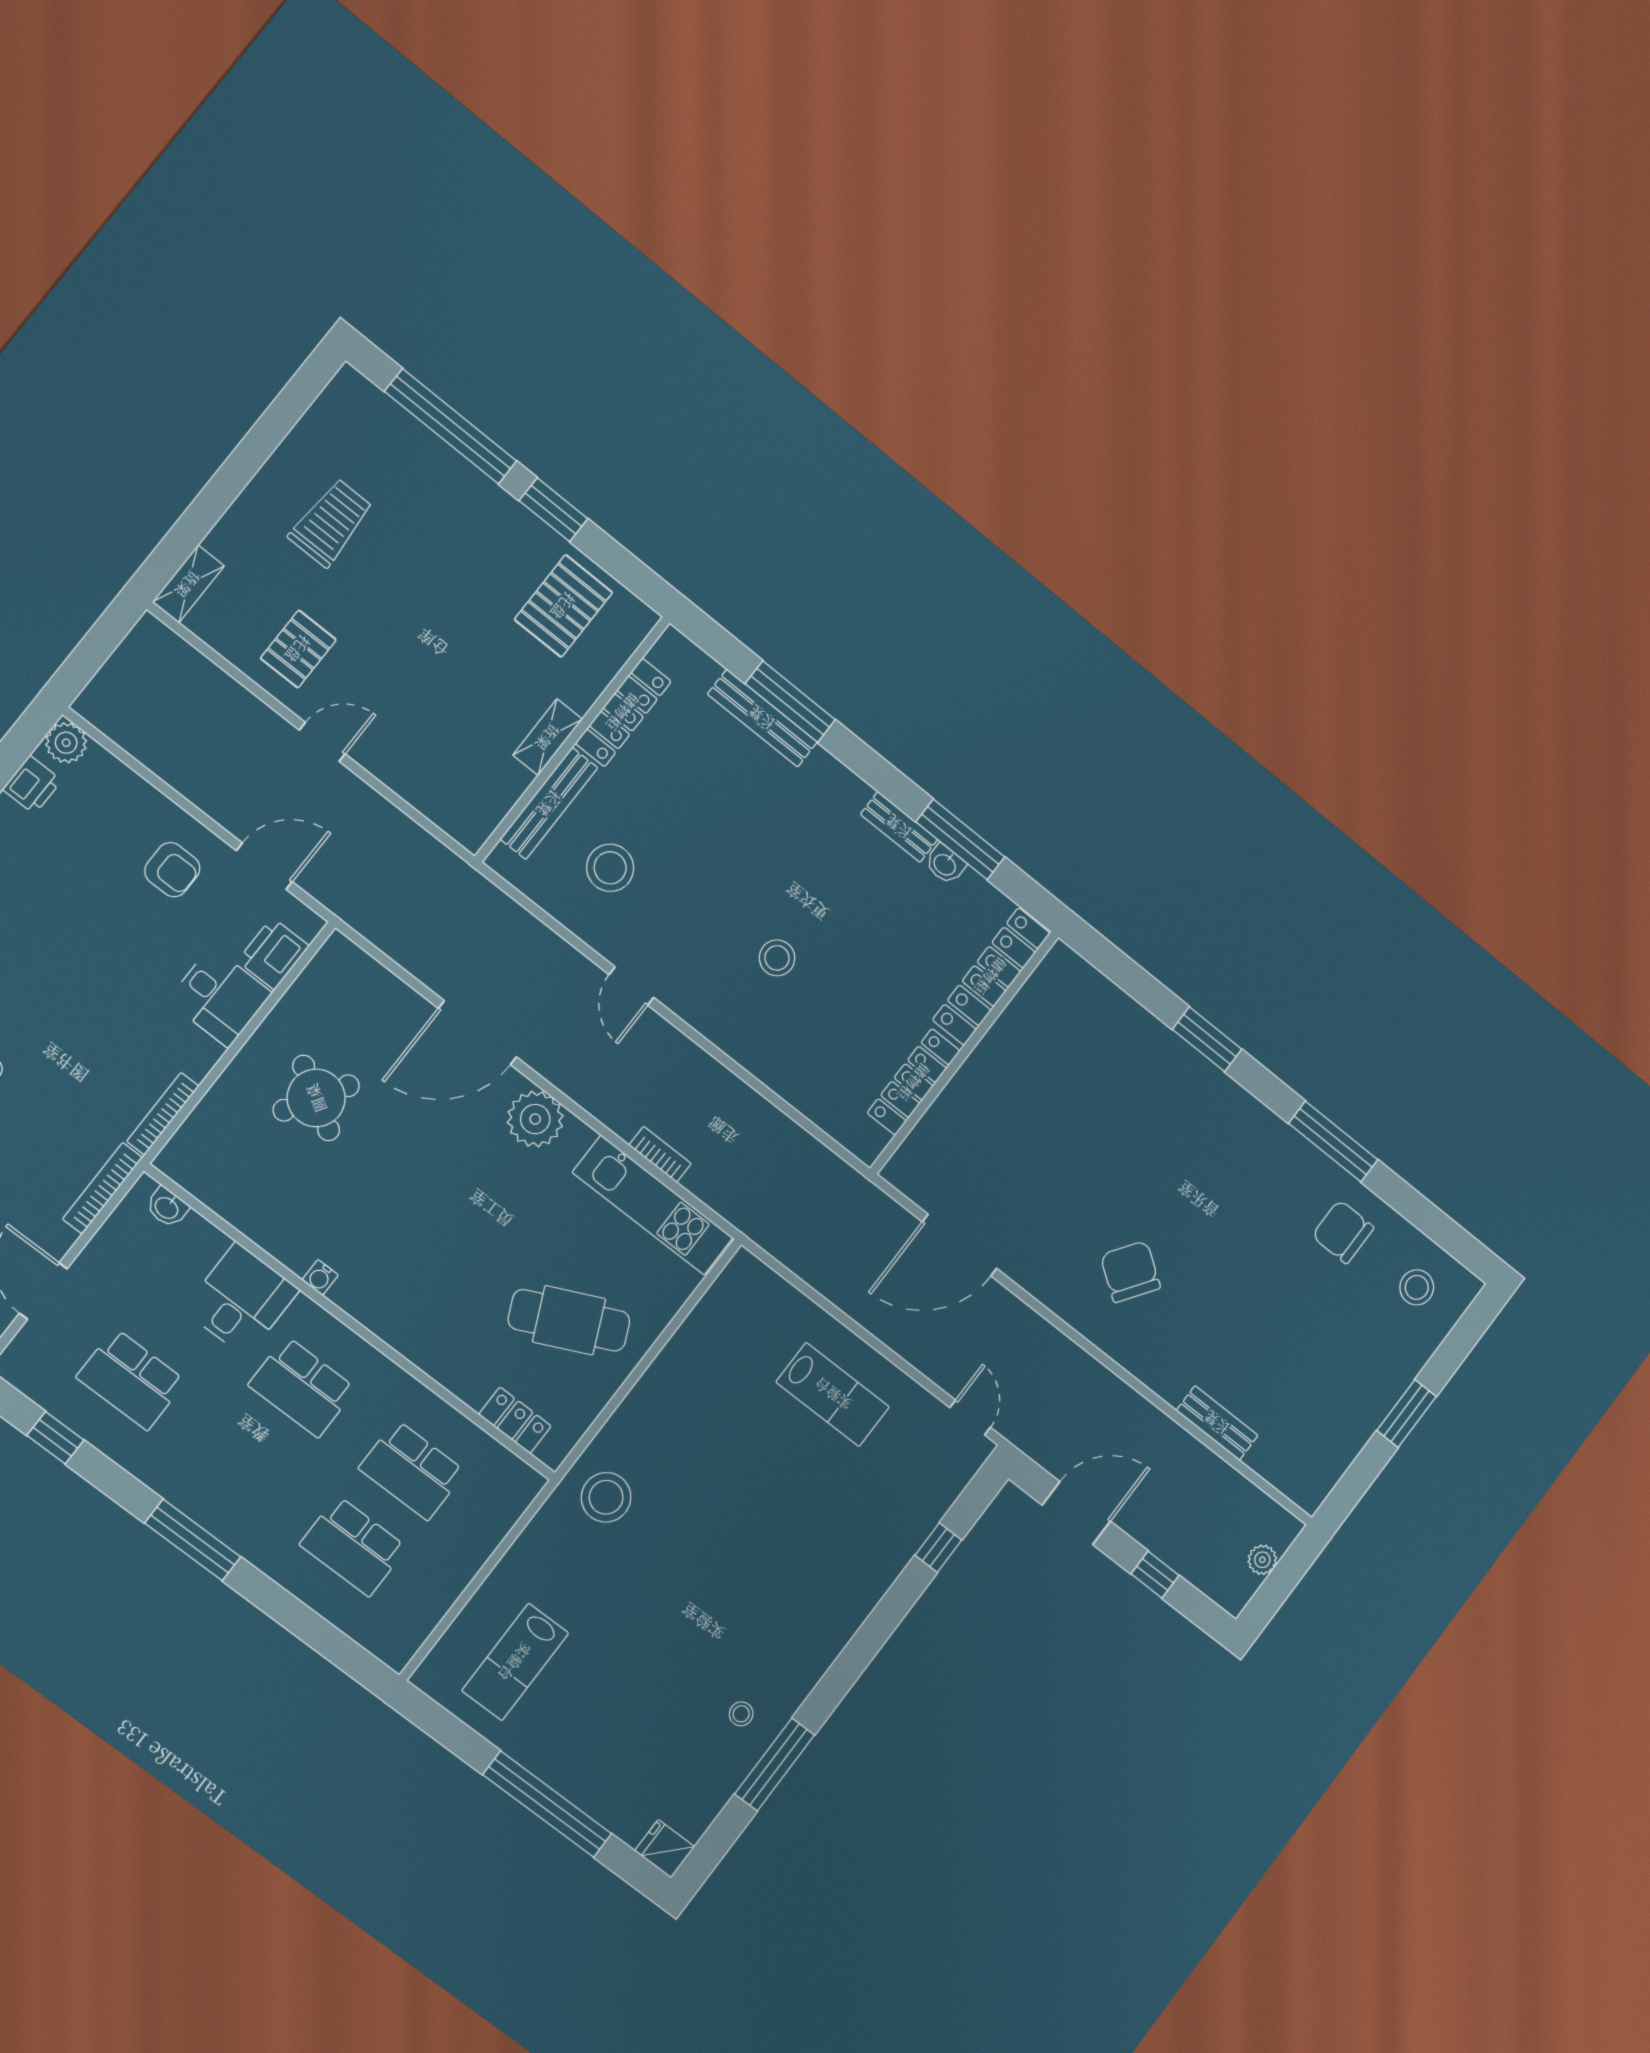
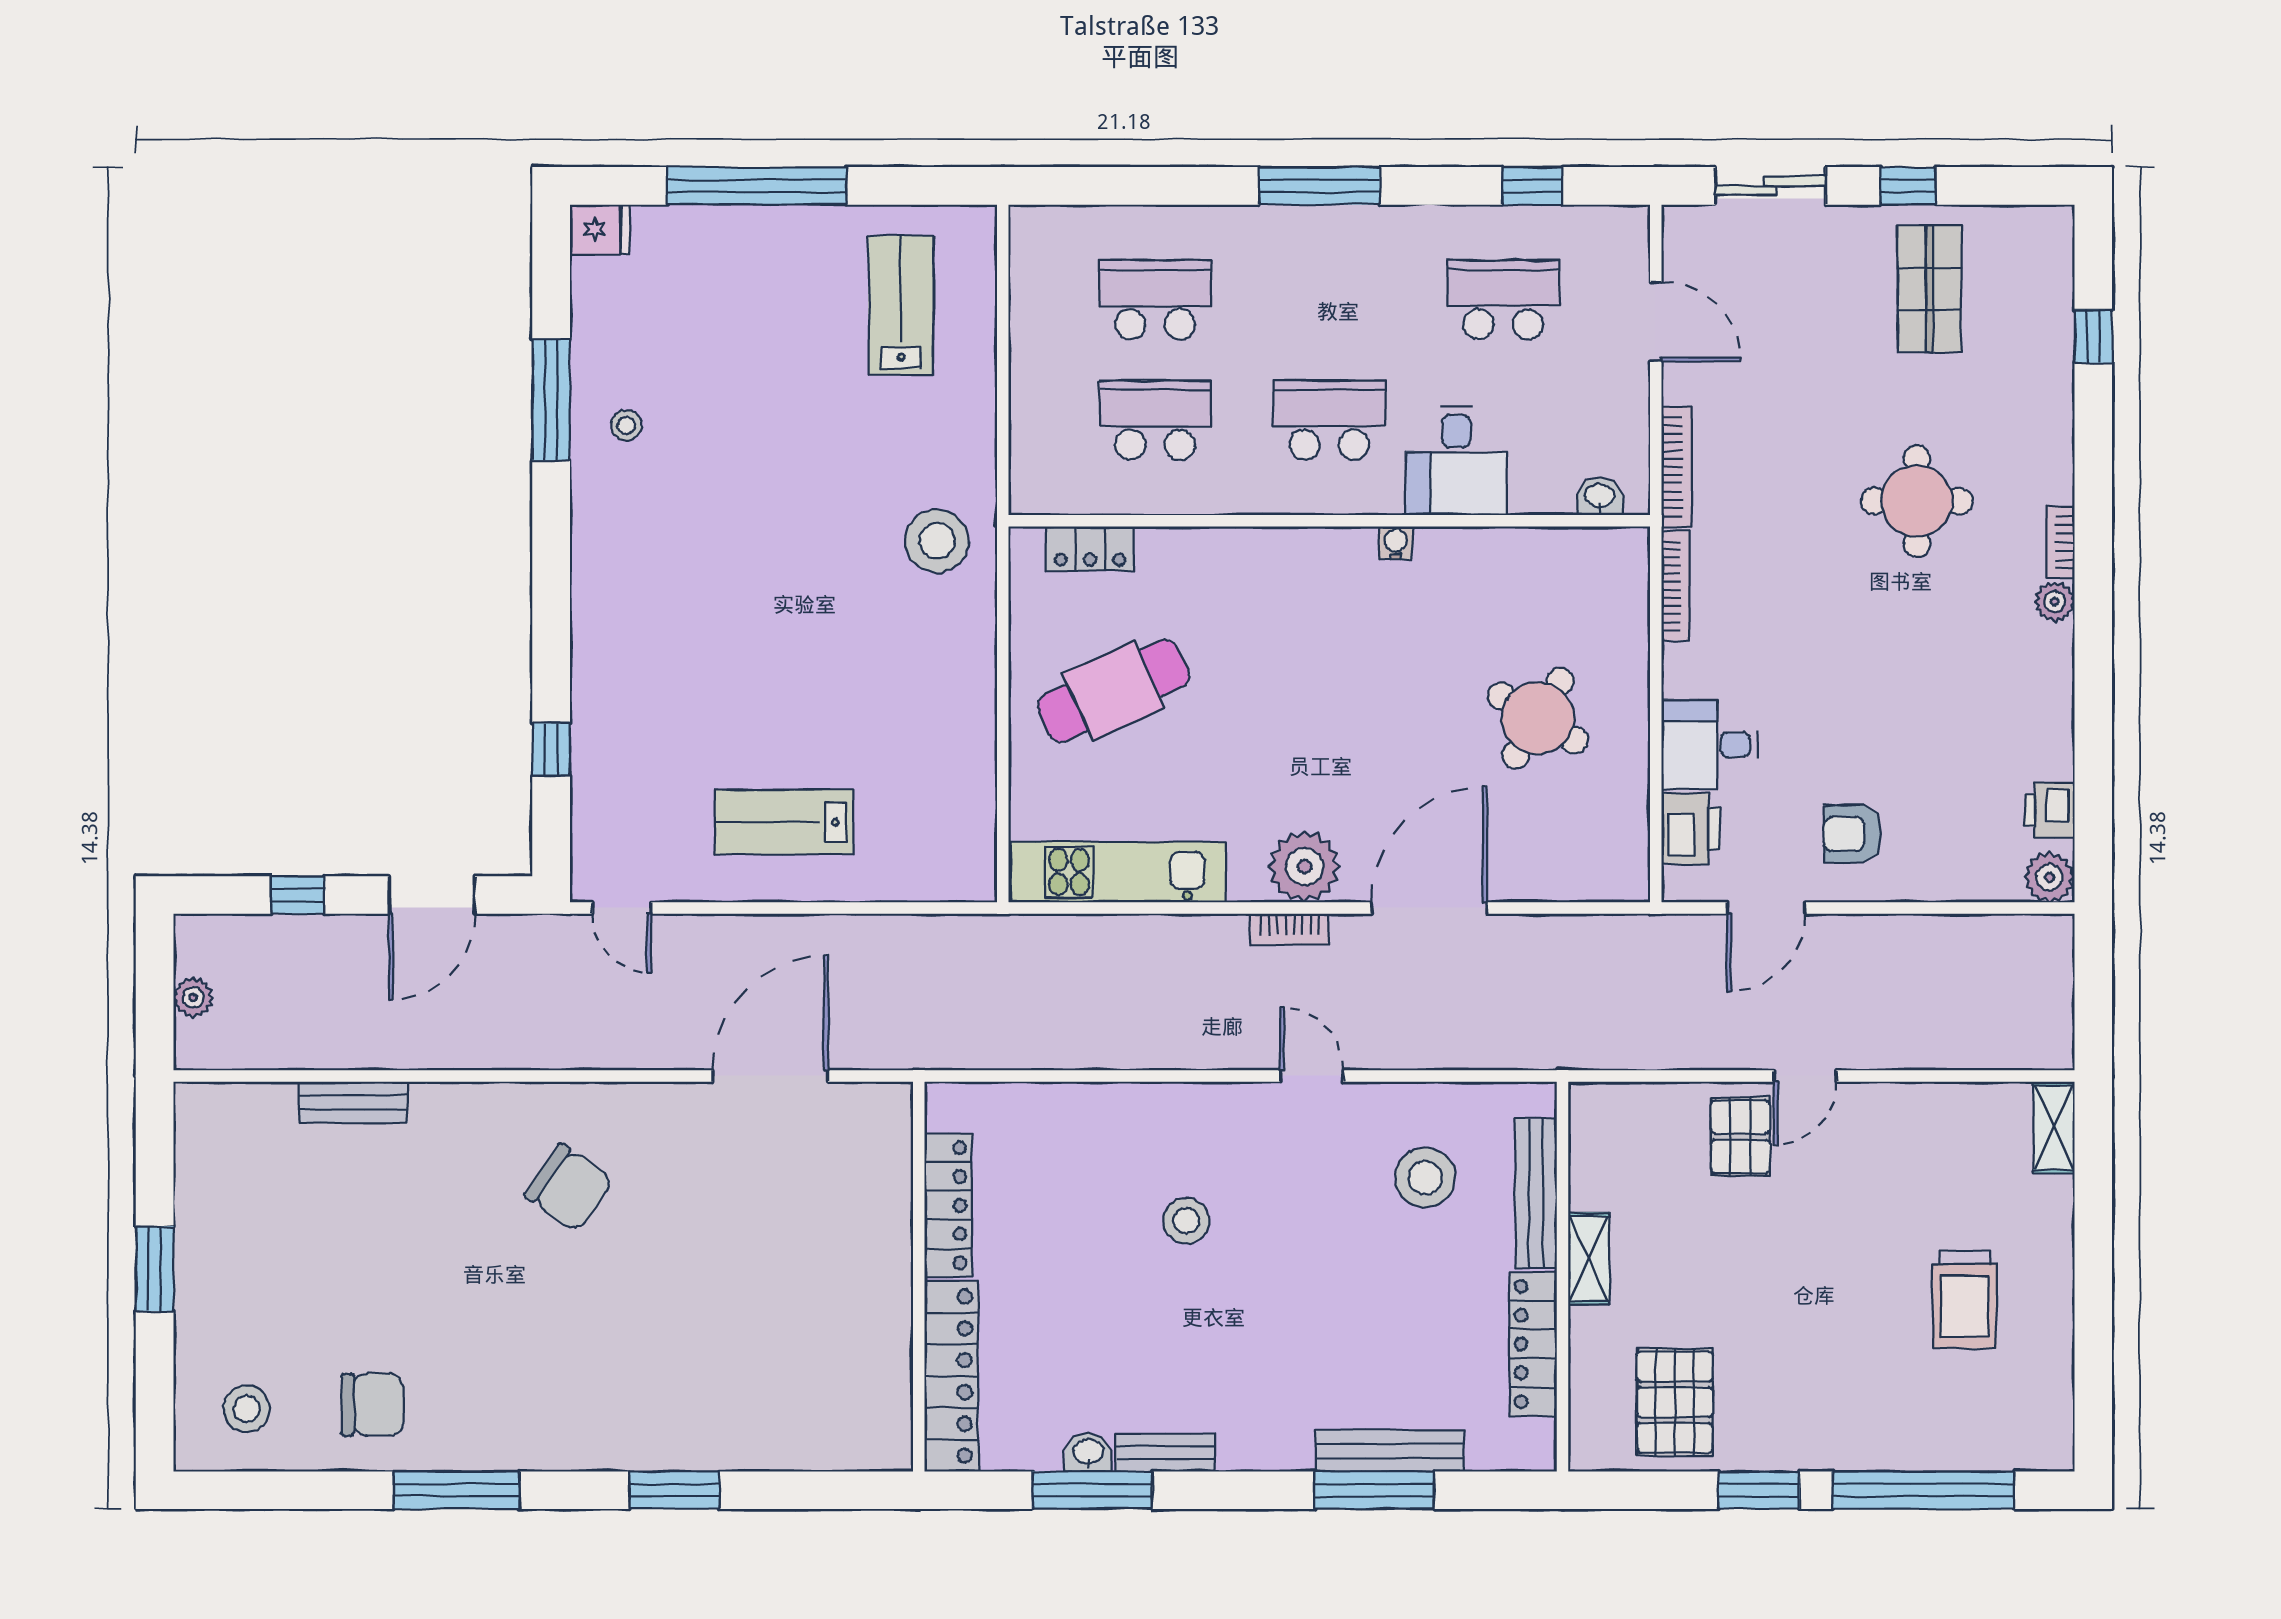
pallet: (298, 649) -> (1740, 1137), moved
bookcase: (660, 1154) -> (1290, 929), moved

